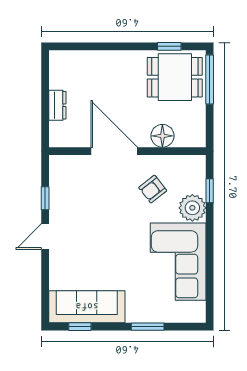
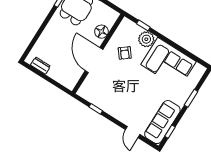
dresser: (57, 105) -> (40, 66), moved
door: (114, 151) -> (94, 60), hinge flipped
door: (45, 236) -> (133, 132), moved

